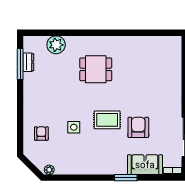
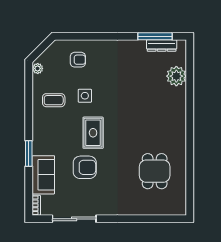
dresser: (28, 62) -> (162, 45), width x1.44
dining table: (96, 69) -> (155, 171), moved
coffee table: (78, 155) -> (54, 100), added

